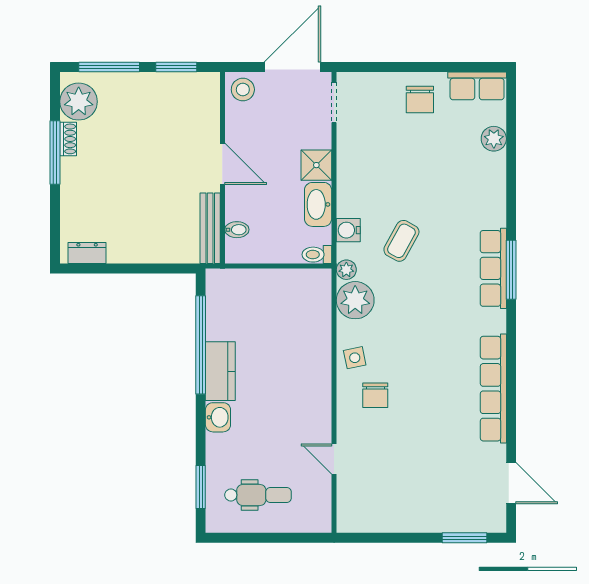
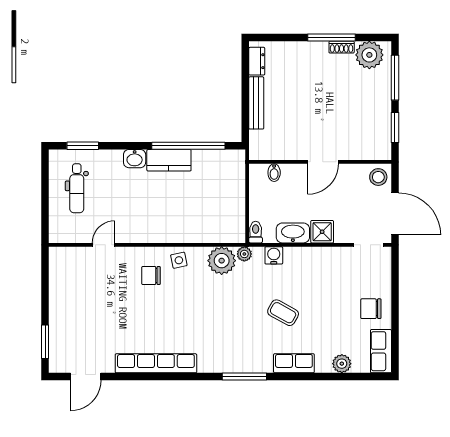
bench: (210, 228) -> (256, 103), moved, turned 90
coffee table: (401, 241) -> (283, 313), moved
row of seats: (493, 268) -> (294, 363), moved, width x0.68

